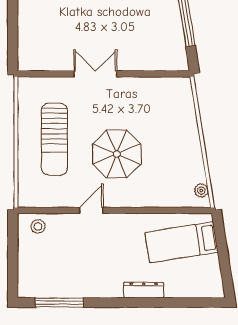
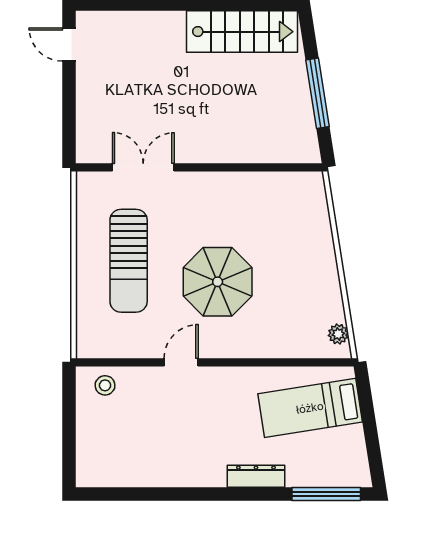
double door: (95, 74) -> (143, 167), moved
window: (59, 303) -> (326, 494), moved

